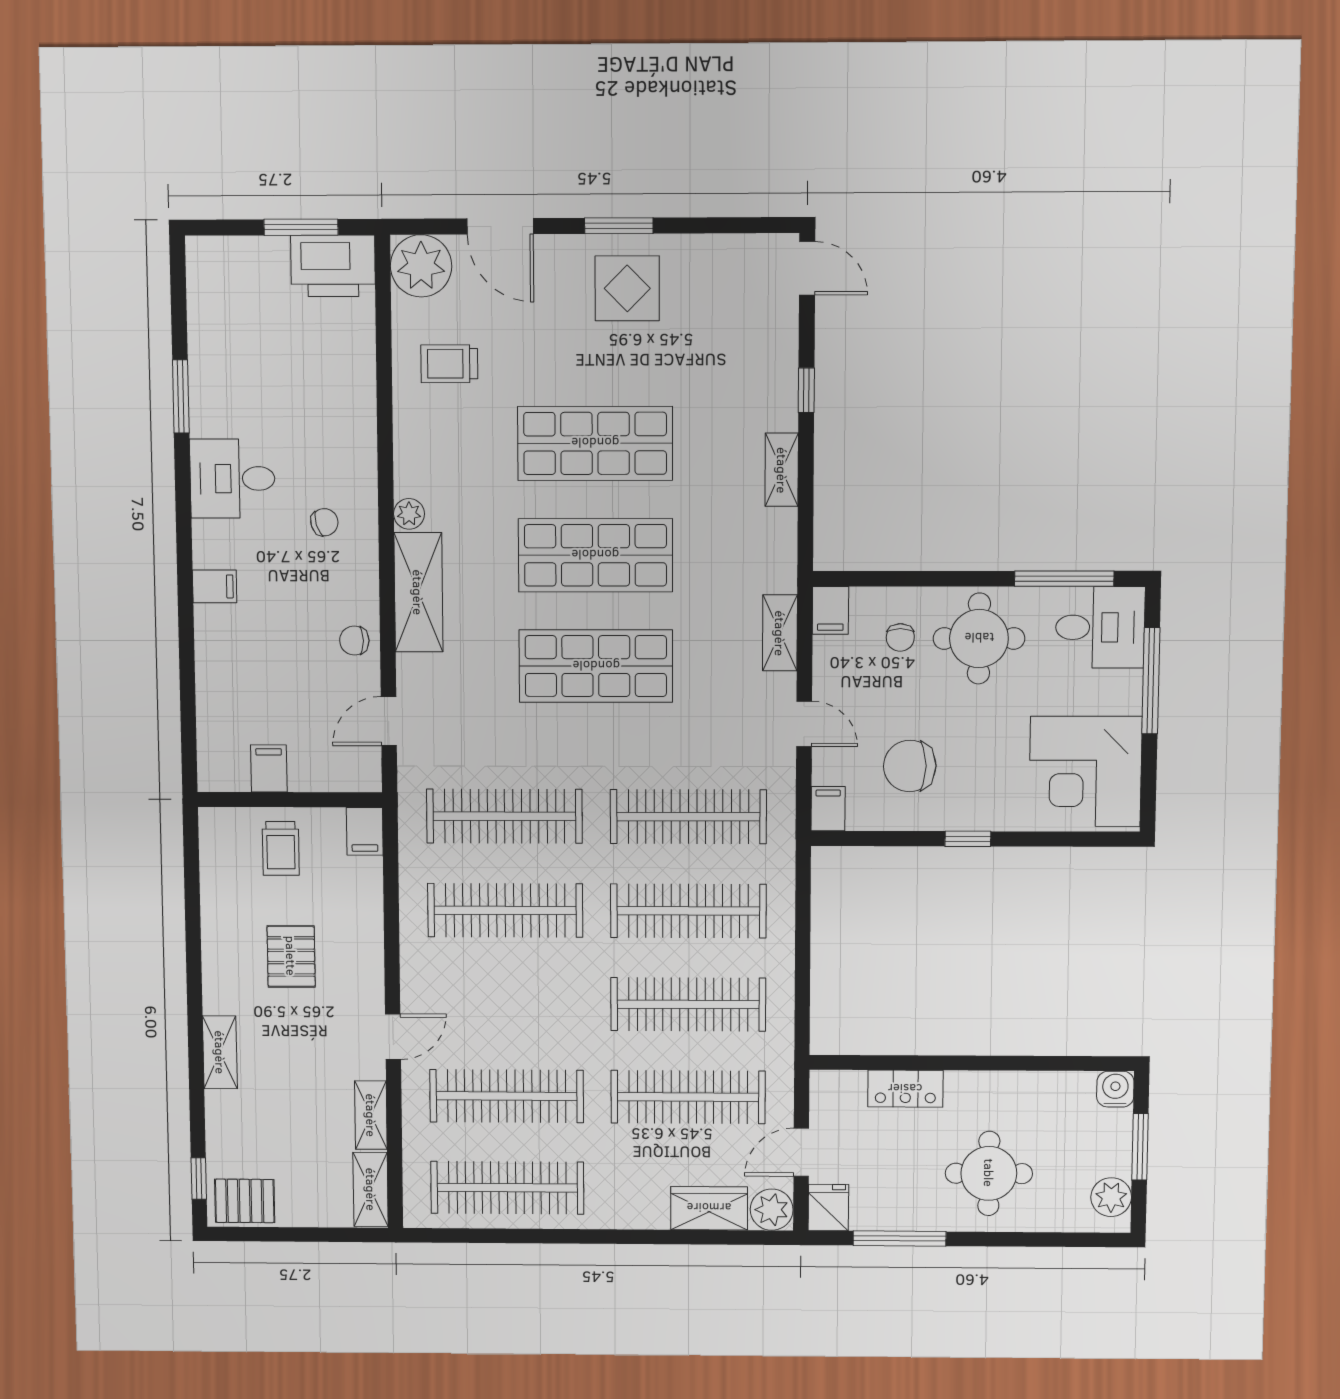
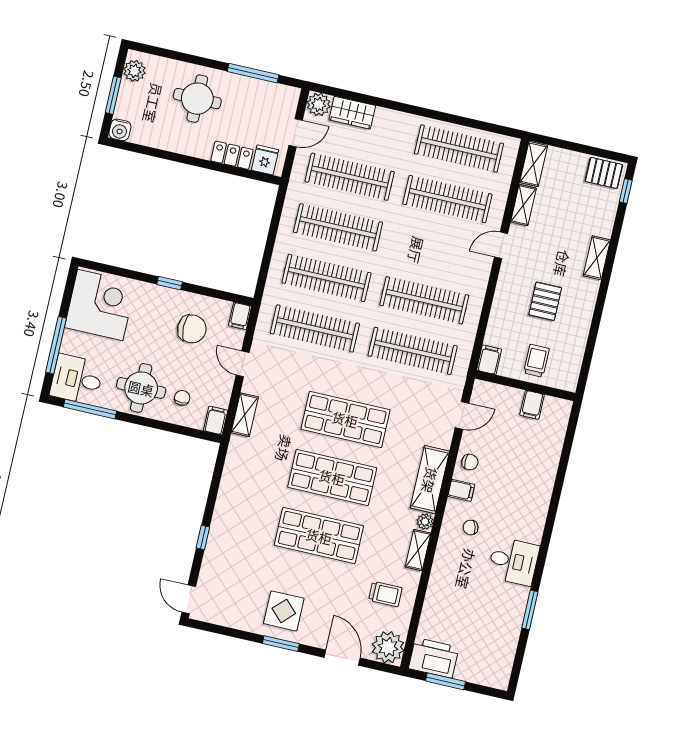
shelving: (782, 470) -> (418, 550), moved
filing cabinet: (215, 586) -> (461, 490), moved, turned 180
fridge: (828, 1208) -> (265, 160), moved, turned 180

